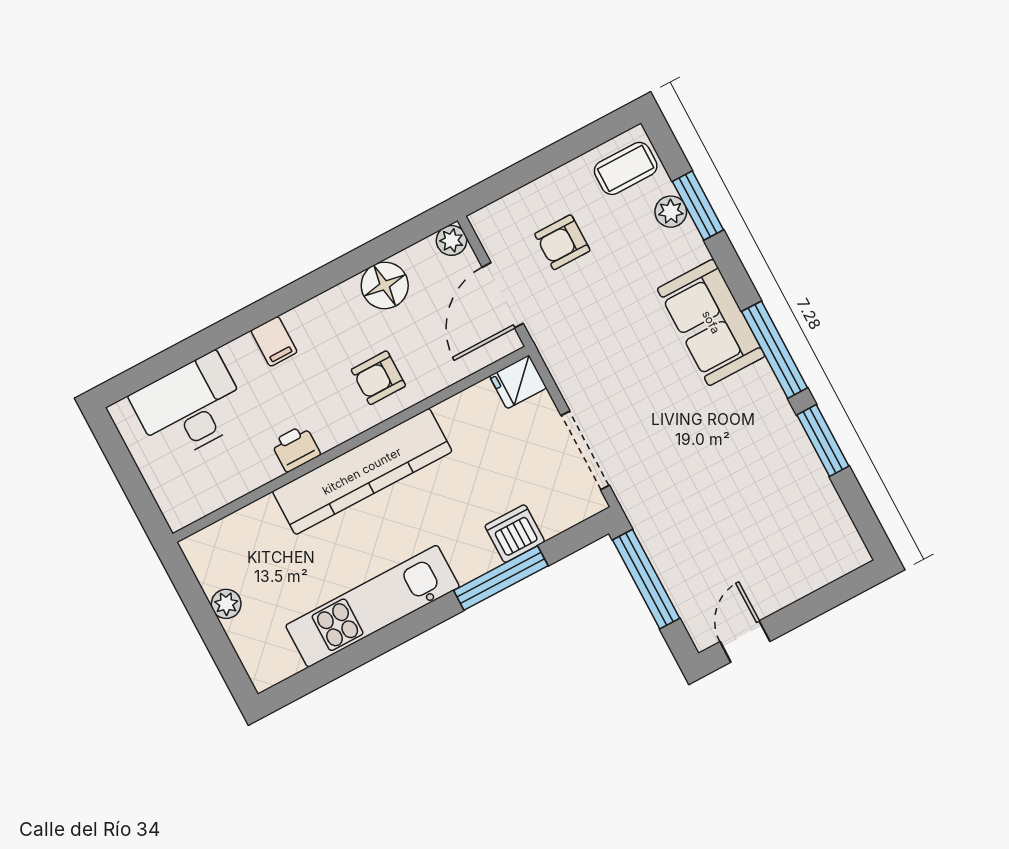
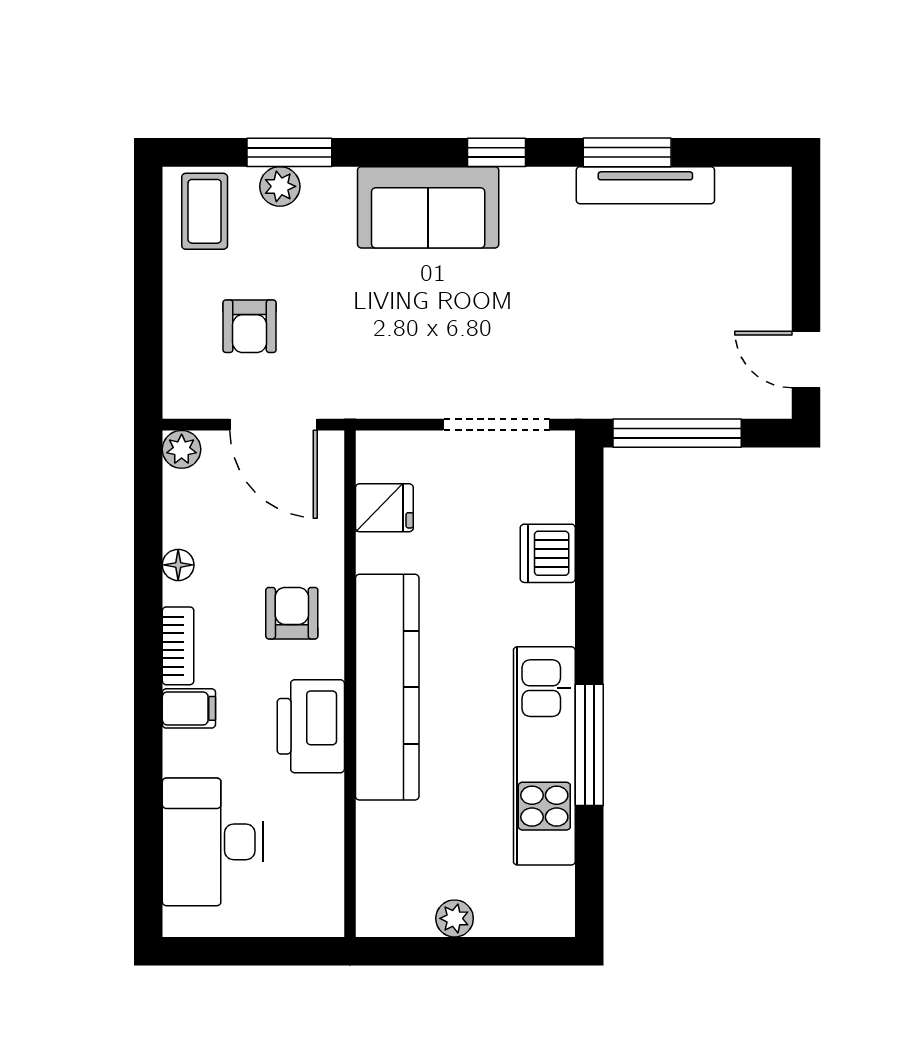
floor lamp: (385, 285) -> (178, 565), width x0.53, depth x0.53
bookcase: (314, 311) -> (178, 646), added
window: (775, 350) -> (496, 152), width x0.46
armchair: (378, 378) -> (292, 613), turned 180
fridge: (518, 382) -> (384, 508), moved, turned -90
printer: (296, 448) -> (311, 726), width x1.87, depth x1.48
tv unit: (807, 465) -> (645, 185), added
window: (501, 578) -> (589, 745), moved

